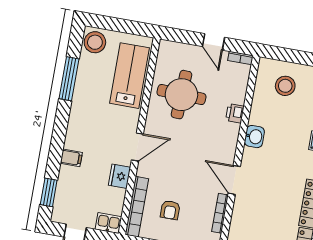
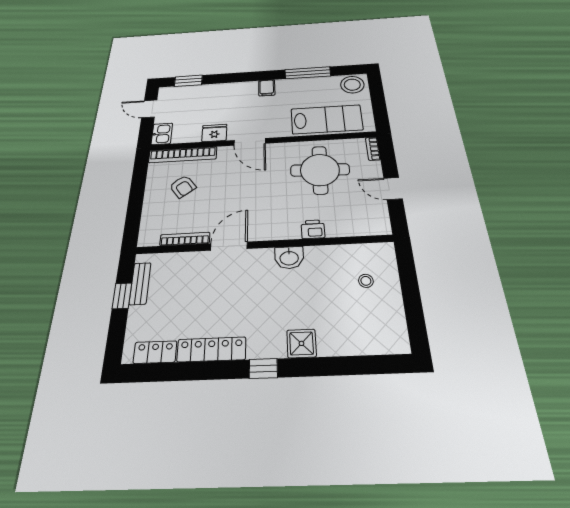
door: (213, 42) -> (393, 188), hinge flipped
bookcase: (240, 58) -> (373, 149), moved
stool: (285, 86) -> (366, 281), width x0.53, depth x0.53
filing cabinet: (71, 158) -> (267, 88), moved
armchair: (170, 210) -> (183, 187), turned -126

